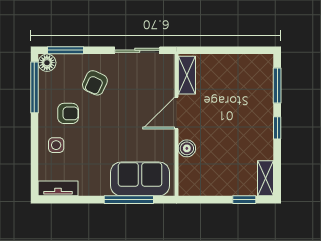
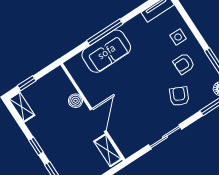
shelving: (187, 75) -> (108, 150), moved
door: (176, 113) -> (98, 120), moved
wall: (176, 125) -> (93, 112), moved
boiler: (187, 148) -> (75, 101), moved

